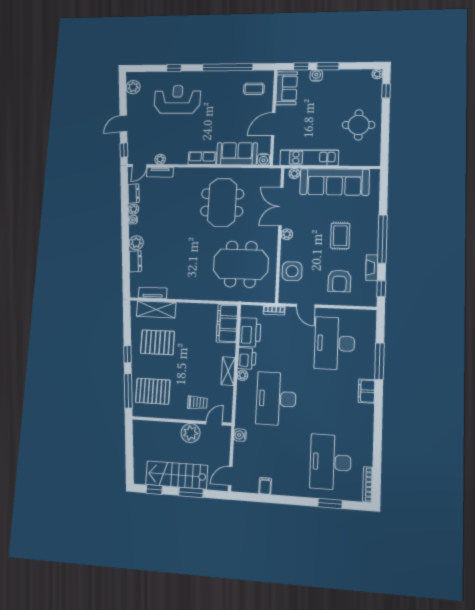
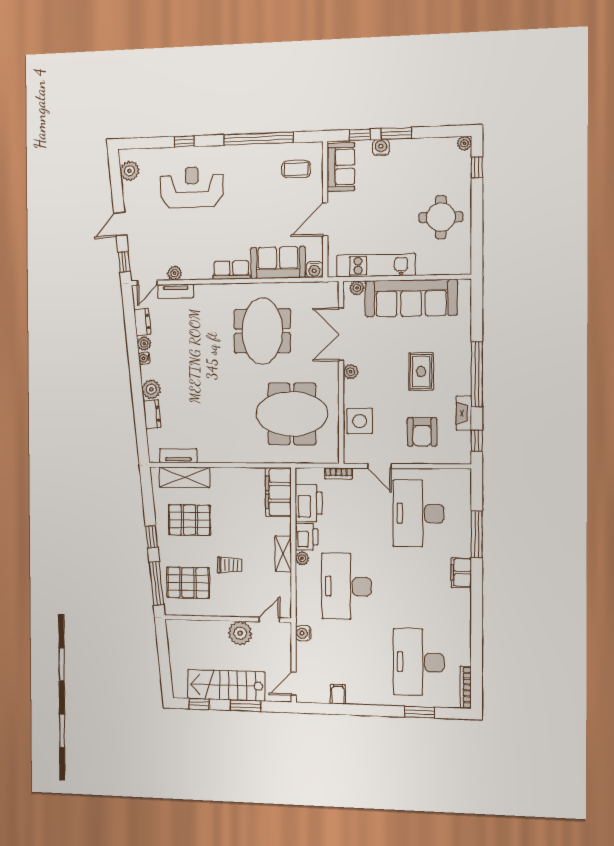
trolley: (197, 403) -> (230, 565), moved

